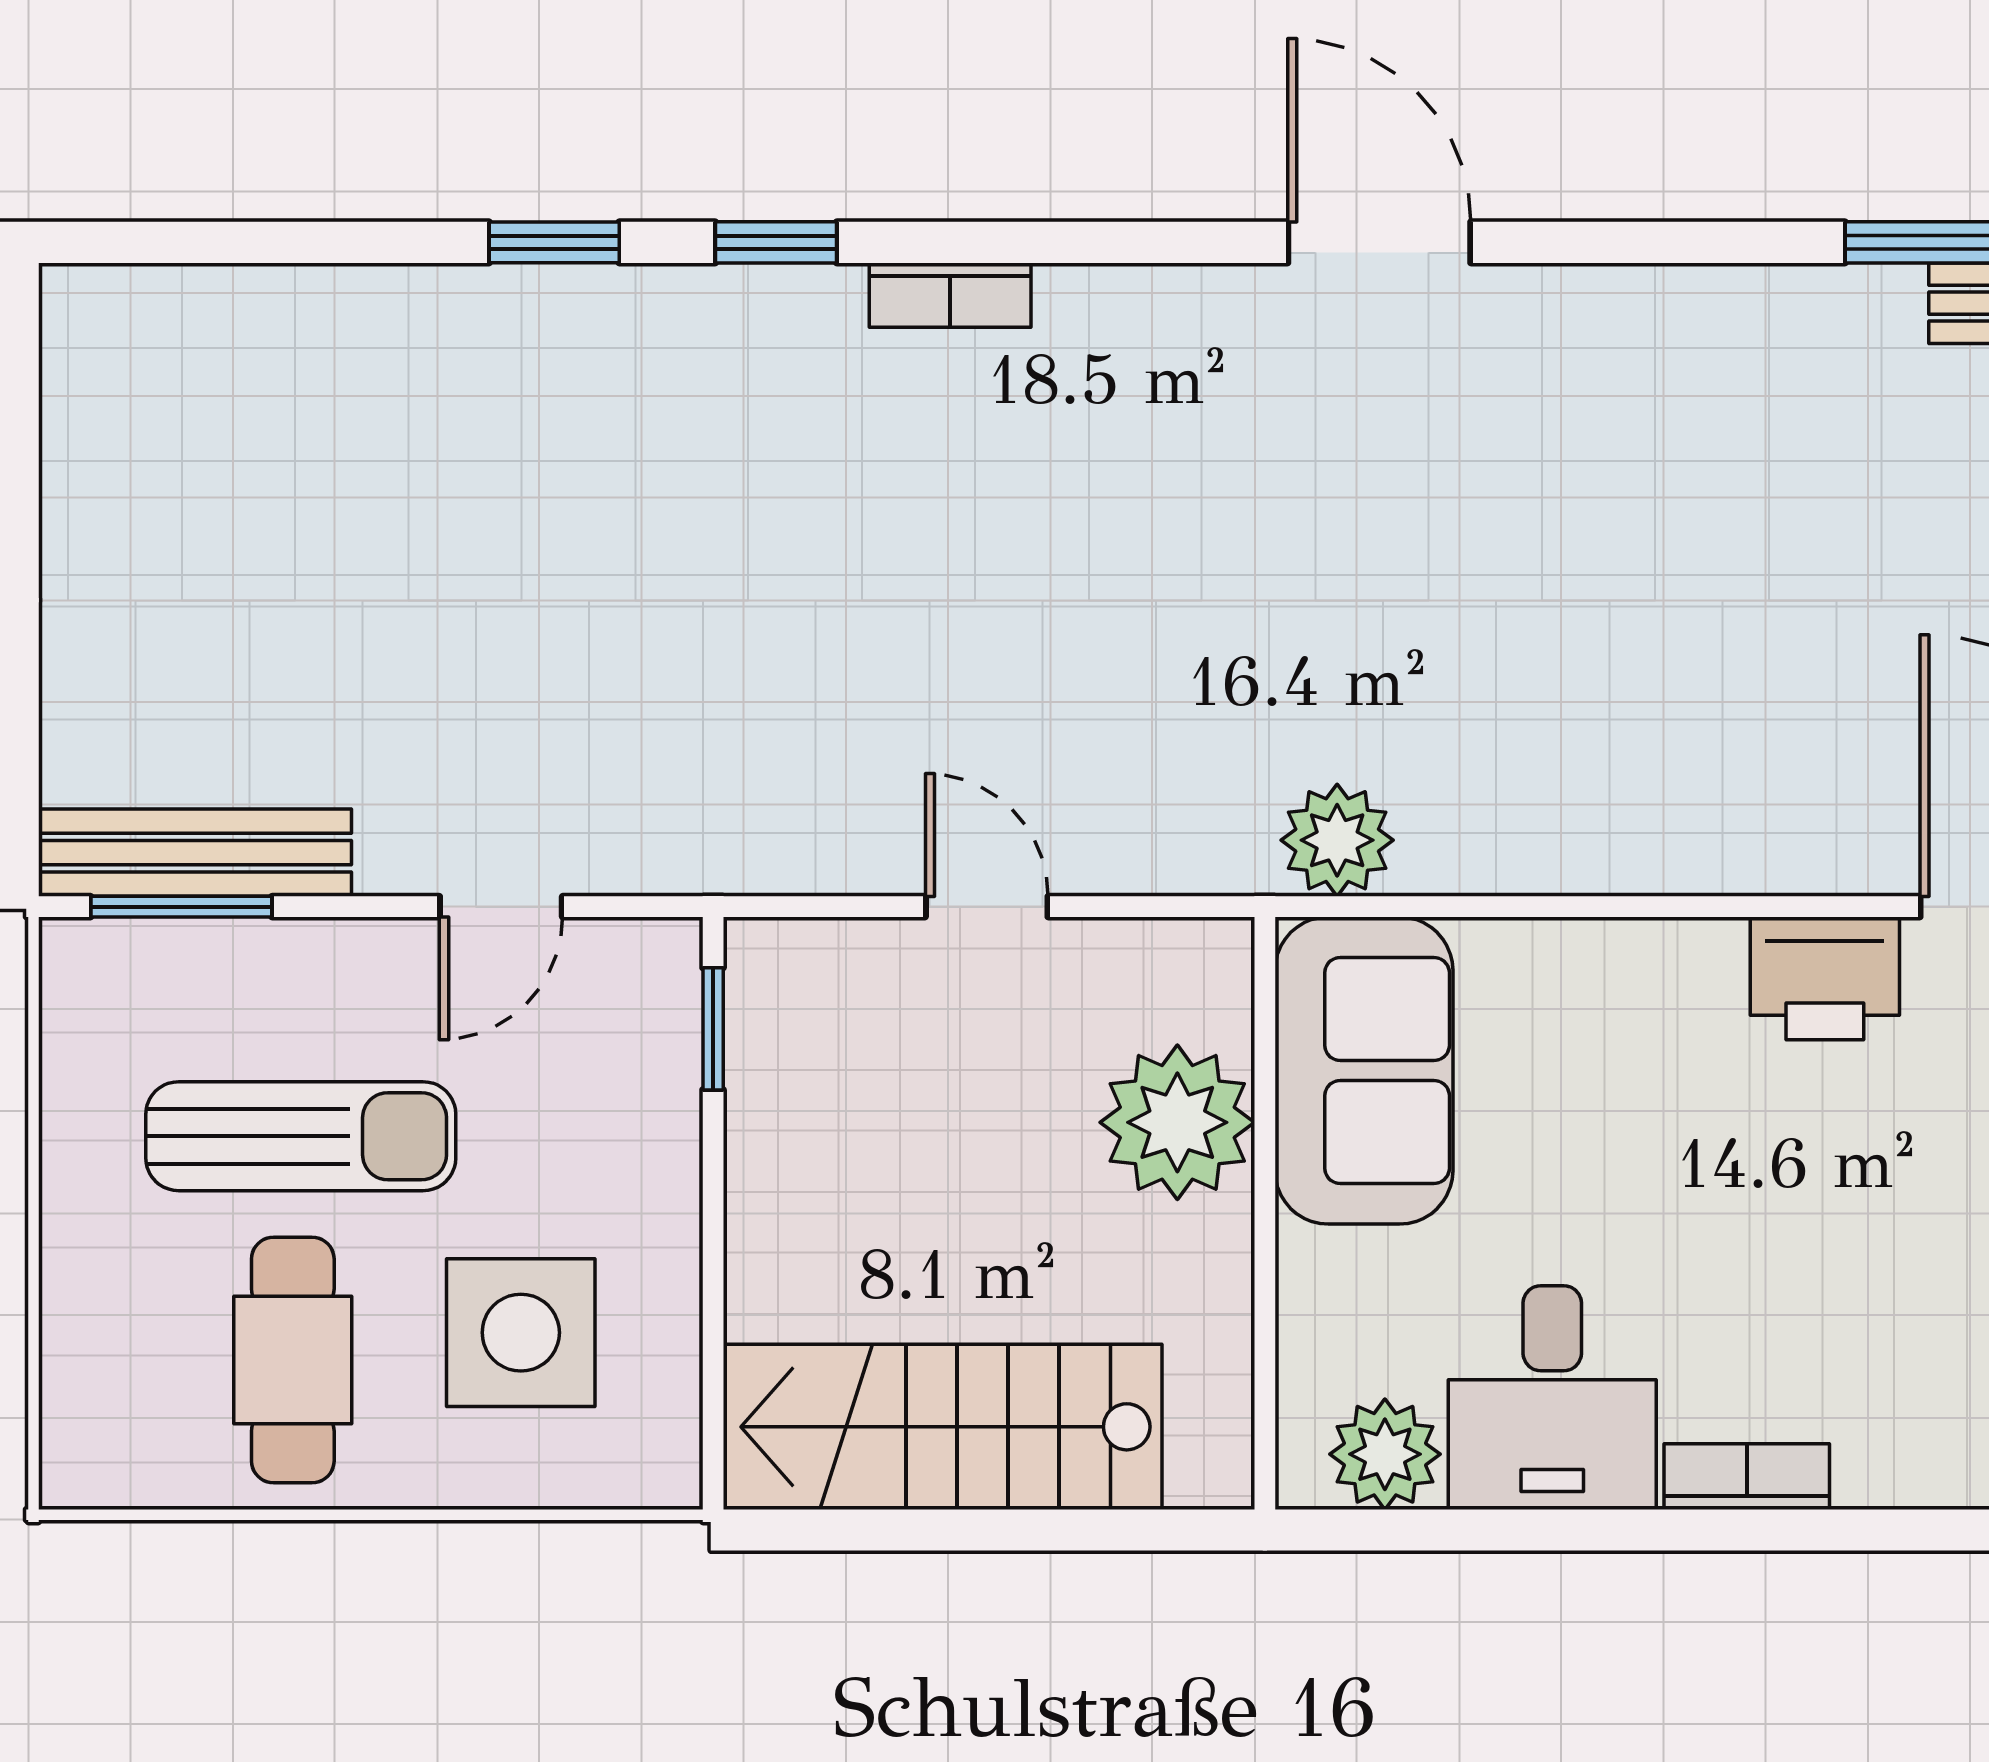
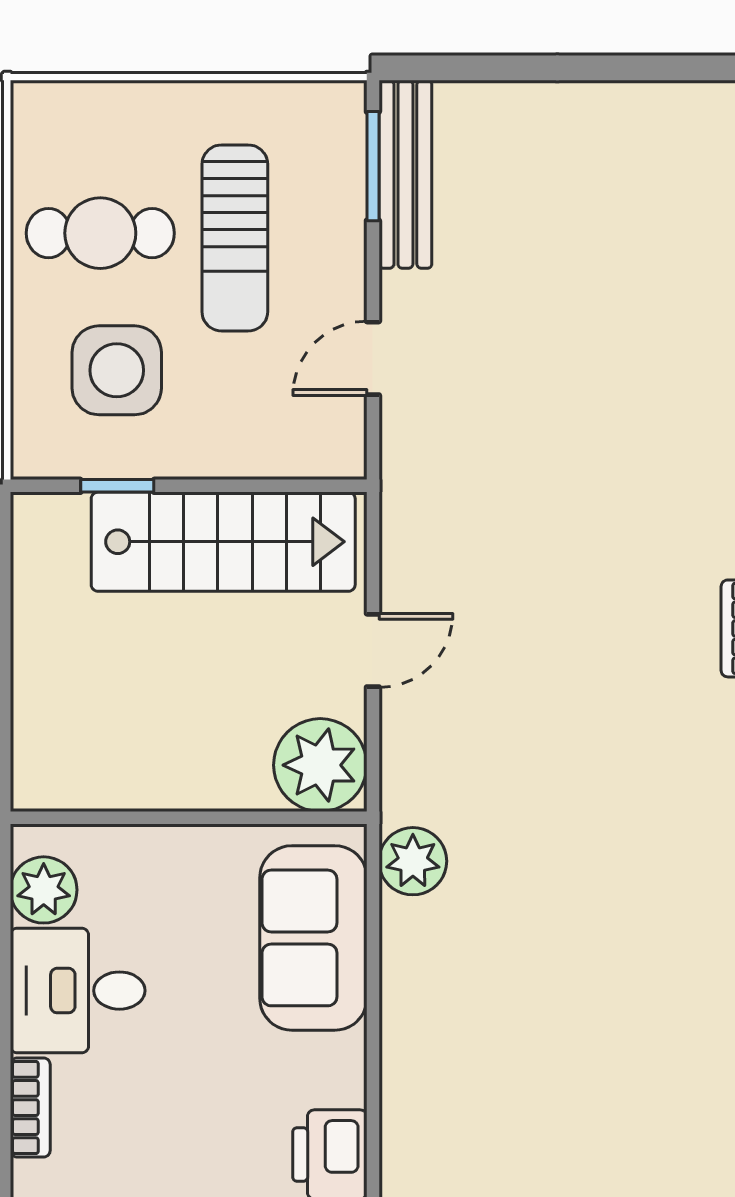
door: (501, 907) -> (373, 358), hinge flipped
window: (713, 1029) -> (117, 486), moved
sofa: (1364, 1071) -> (313, 938), moved, turned 90
plant: (1177, 1122) -> (320, 765), moved
stairs: (943, 1427) -> (223, 542), moved, turned 90

